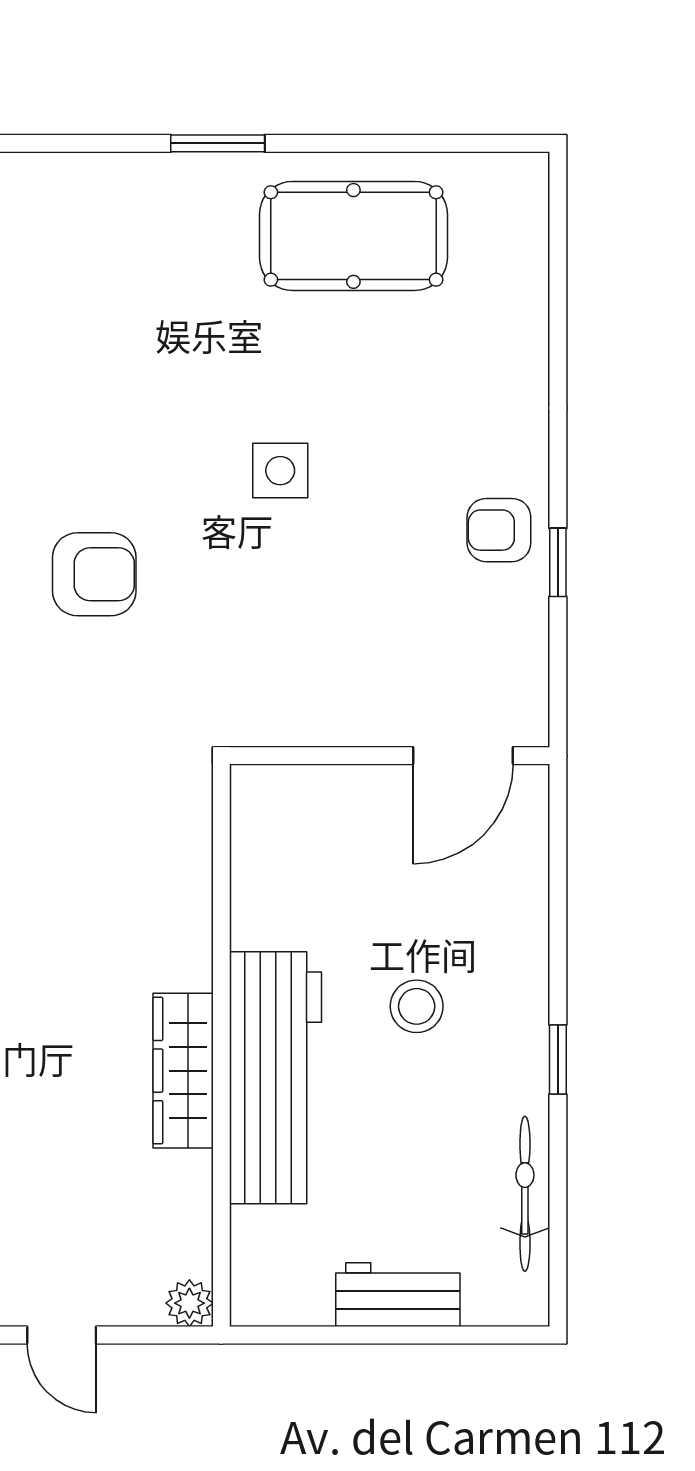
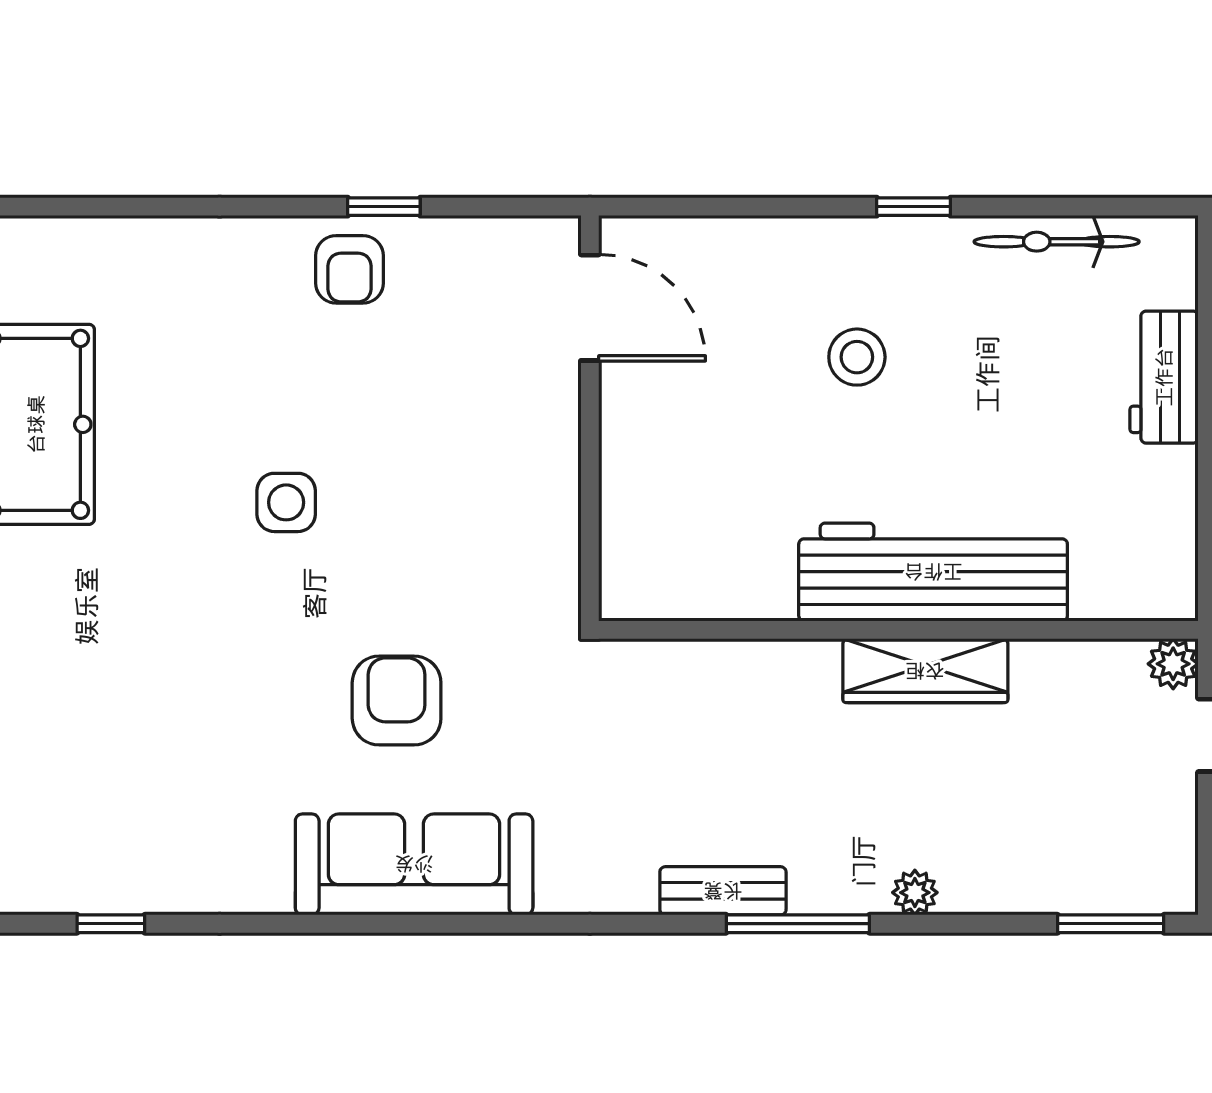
wall: (221, 1045) -> (898, 630), moved
wardrobe: (183, 1071) -> (925, 671), moved
workbench: (276, 1078) -> (933, 572), moved
plant: (189, 1303) -> (1173, 664), moved

